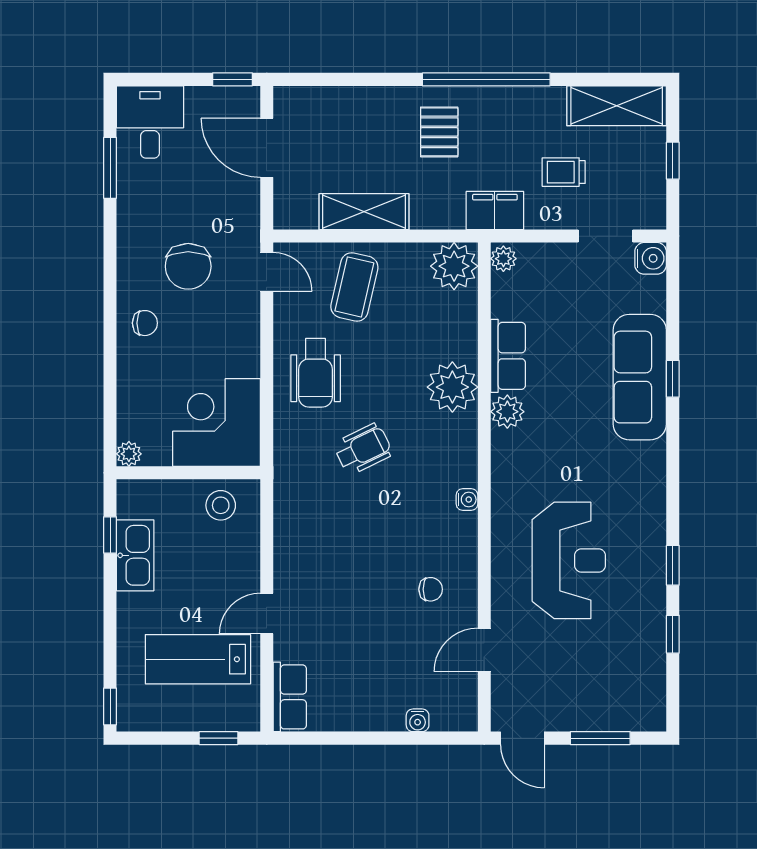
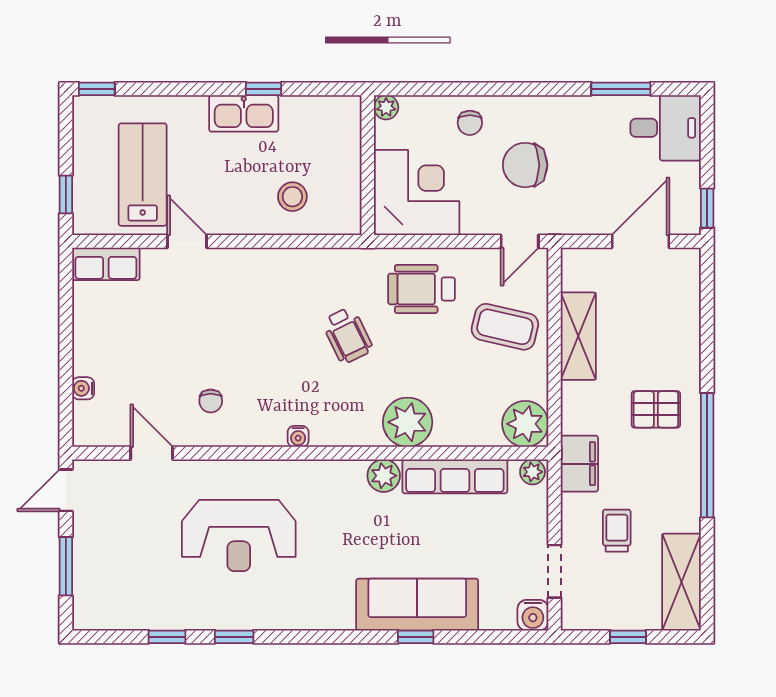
row of seats: (508, 356) -> (455, 476), width x1.48
corner desk: (216, 422) -> (417, 193), moved
plant: (129, 454) -> (386, 107), moved
wall: (188, 473) -> (368, 165), moved

